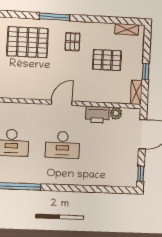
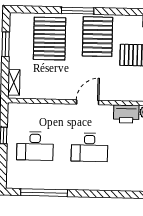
pallet: (28, 42) -> (50, 39), turned 90
pallet: (72, 42) -> (98, 37), width x2.05, depth x2.00

